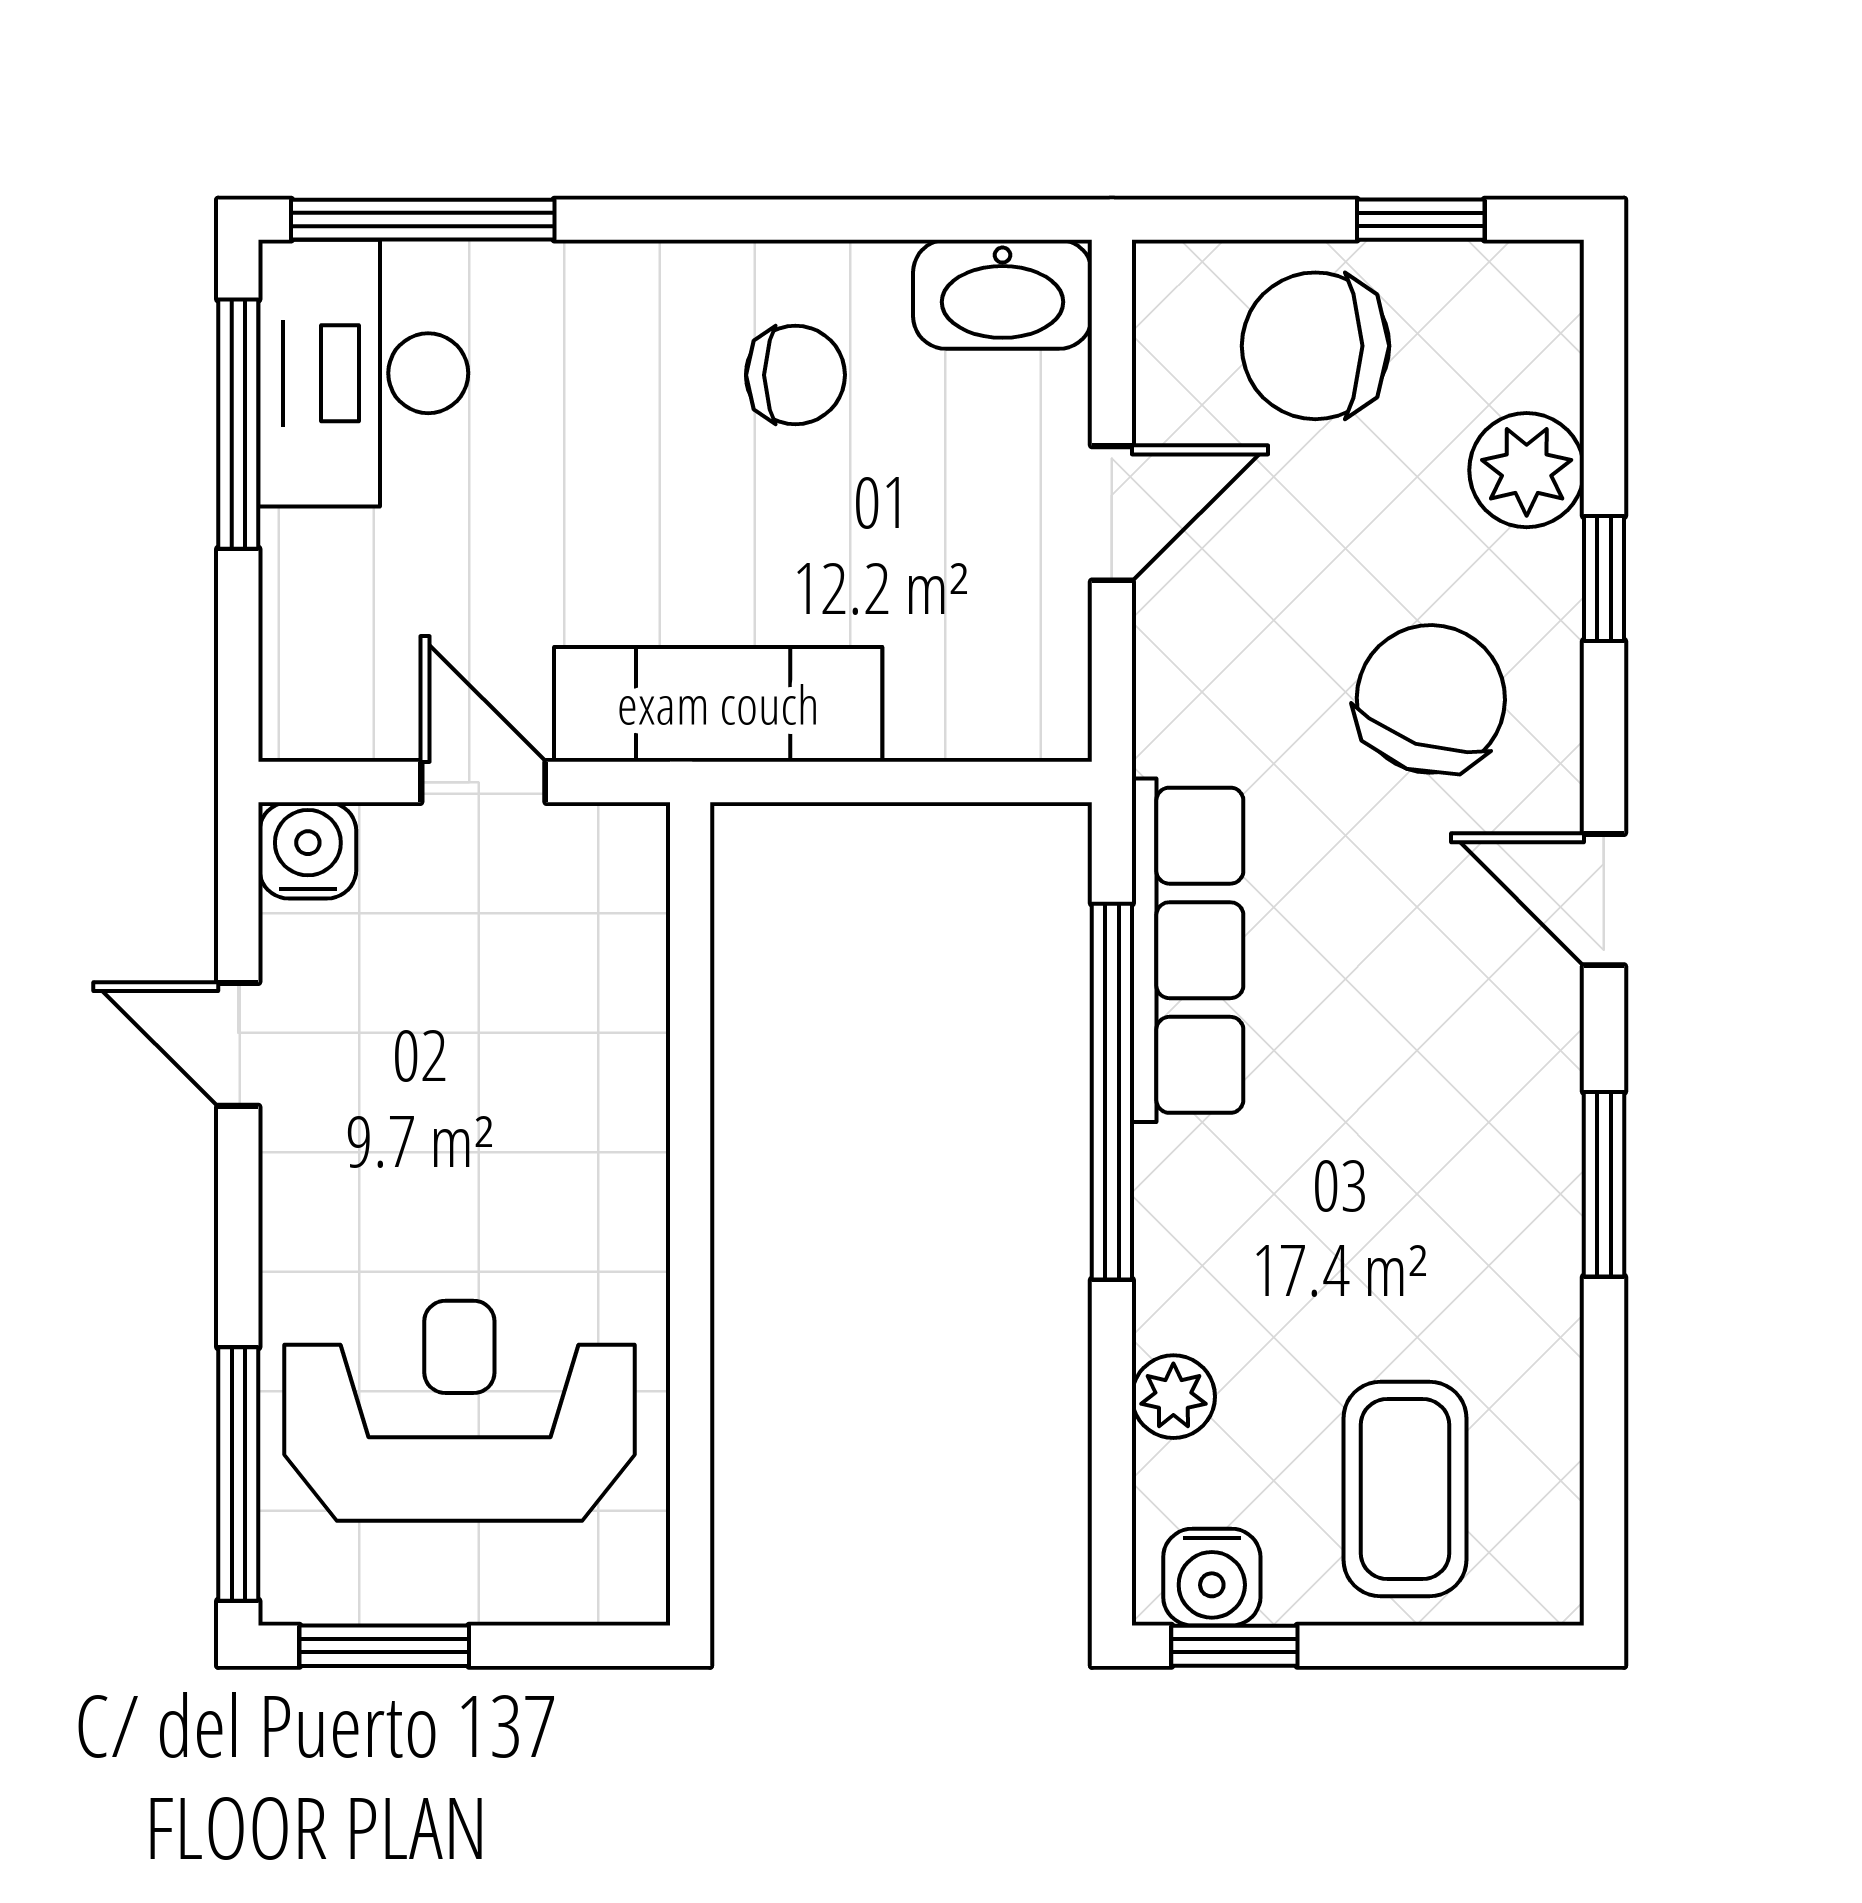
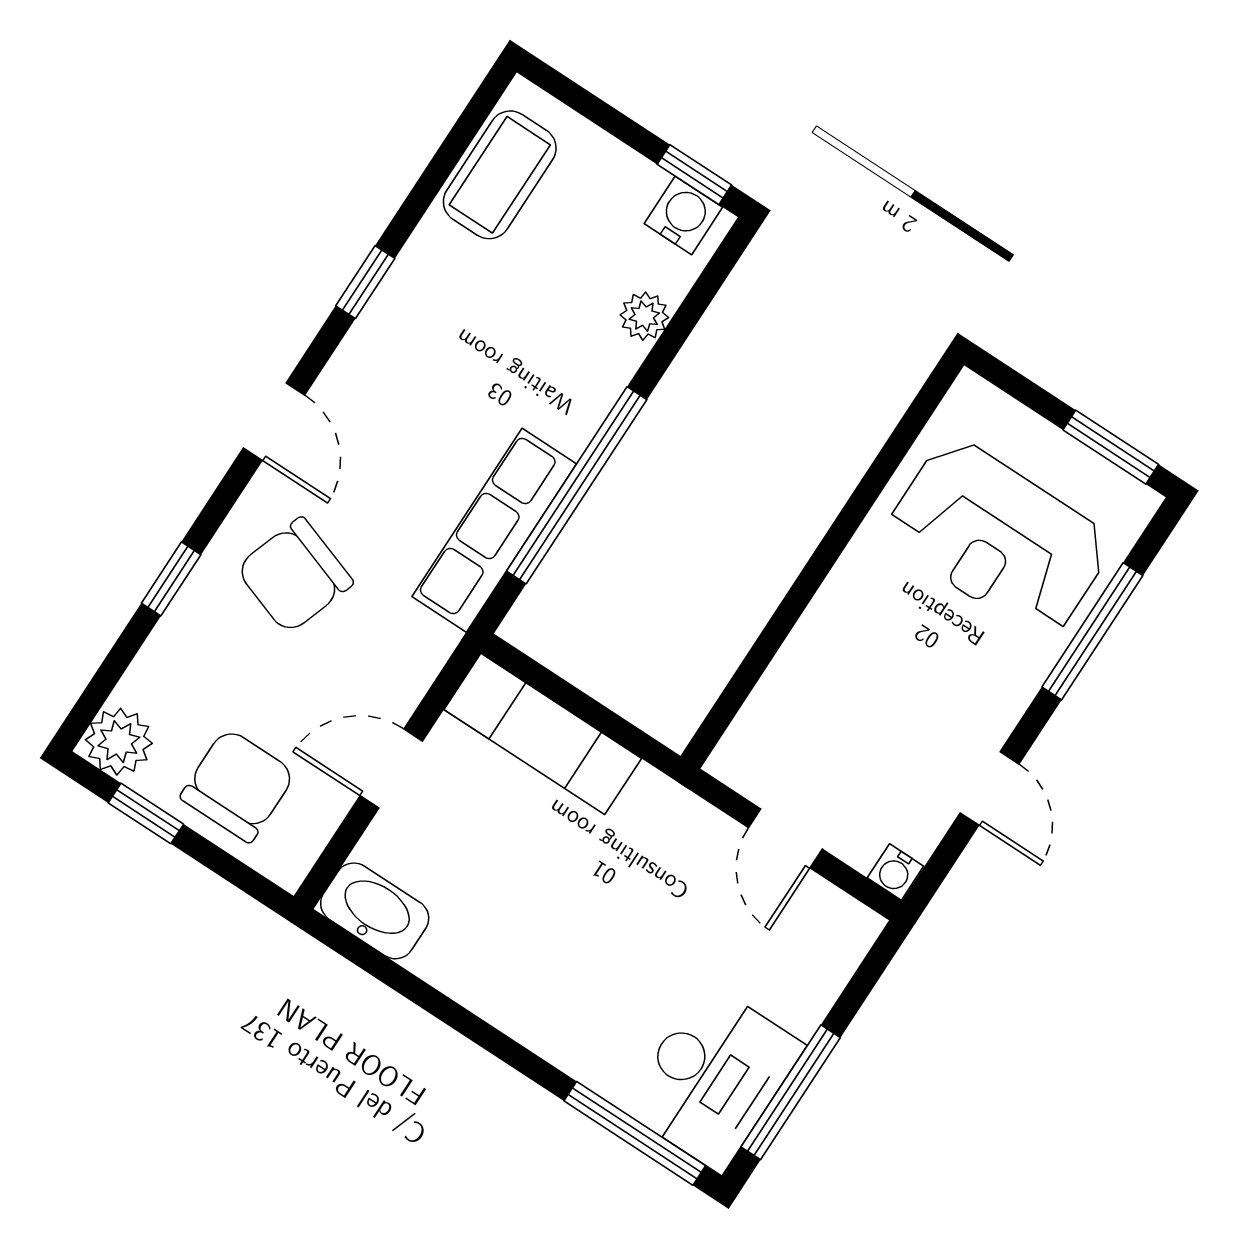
chair: (1315, 346) -> (238, 785), turned -90
chair: (795, 375) -> (502, 938), removed
plant: (1527, 470) -> (119, 742), moved
exam couch: (718, 704) -> (543, 734), moved
water cooler: (308, 850) -> (895, 872), width x0.72, depth x0.72
window: (1604, 1184) -> (365, 282), width x0.67
window: (238, 1474) -> (1092, 631), moved
coffee table: (1405, 1489) -> (500, 175), moved

